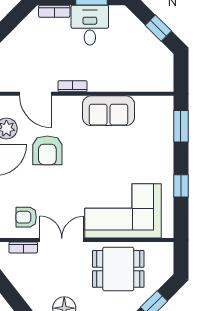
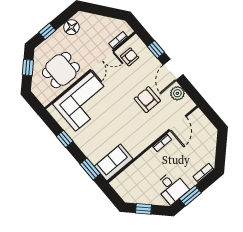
desk: (90, 25) -> (172, 188), moved
door: (35, 94) -> (178, 123), swing flipped
sofa: (108, 111) -> (114, 163), moved

